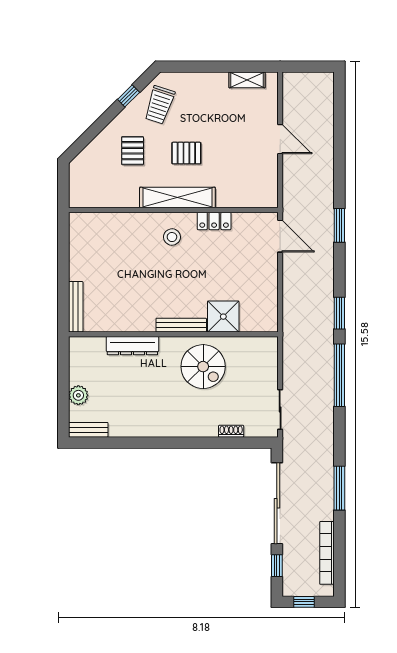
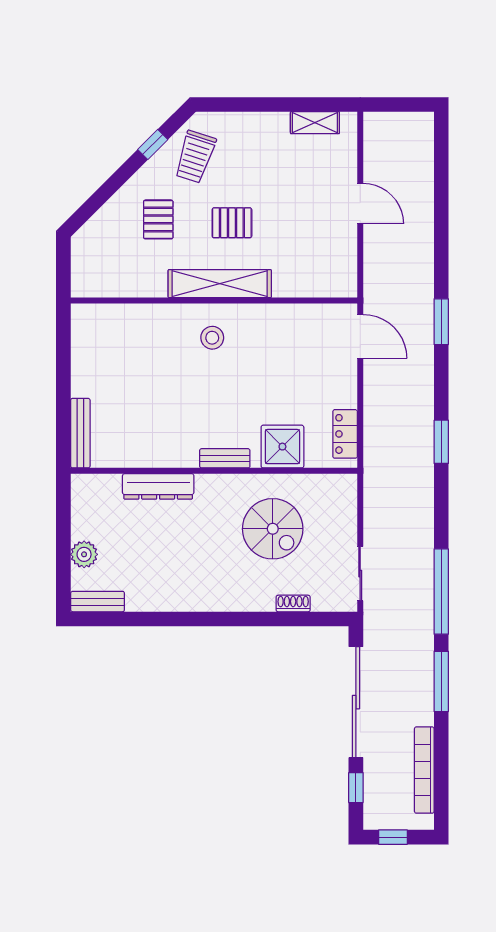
locker: (214, 221) -> (345, 434), moved, turned 90
bench: (181, 325) -> (225, 458), width x0.73
spiral stairs: (203, 367) -> (273, 529), moved
window: (339, 375) -> (441, 592), moved

